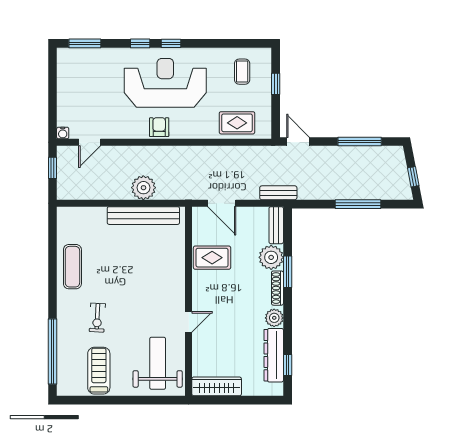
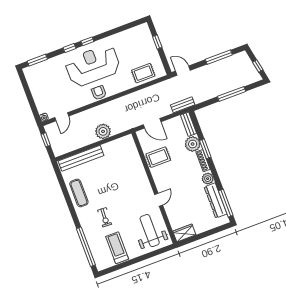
coffee table: (242, 72) -> (135, 42), removed
bench: (143, 216) -> (81, 158), moved
window: (288, 365) -> (226, 203), width x2.17
wardrobe: (217, 386) -> (184, 233), width x0.67

